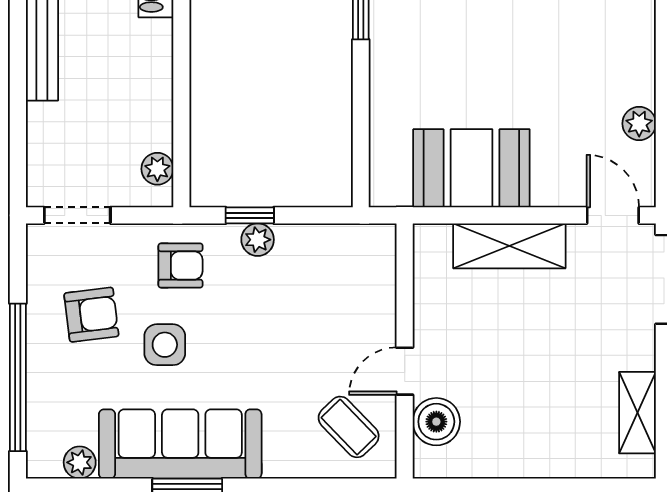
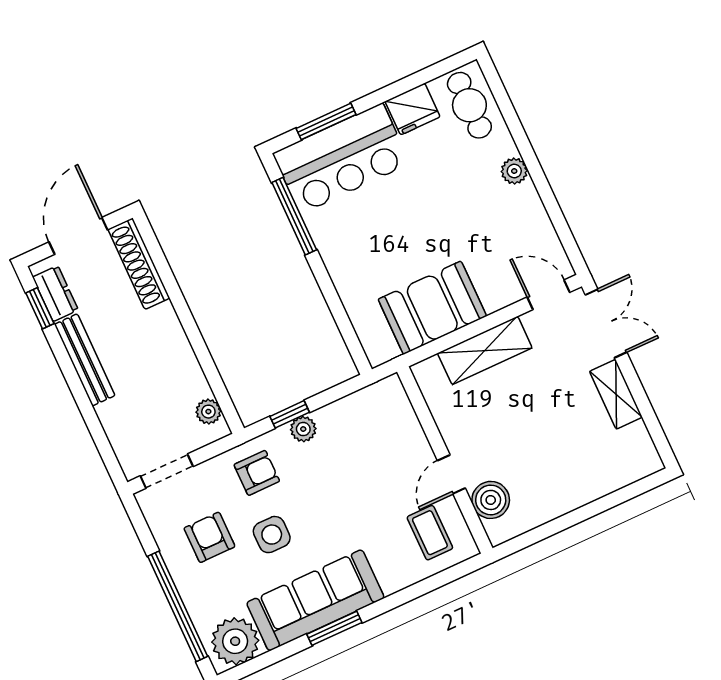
plant: (639, 124) -> (514, 171), moved
armchair: (91, 315) -> (209, 537), turned -83
shelving: (637, 413) -> (616, 394), moved
coffee table: (349, 427) -> (430, 533), turned 44
plant: (80, 462) -> (235, 641), width x1.87, depth x1.87

